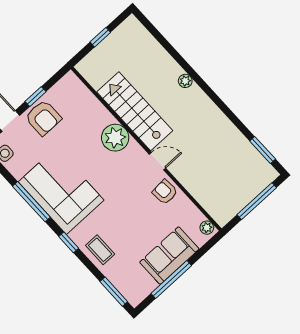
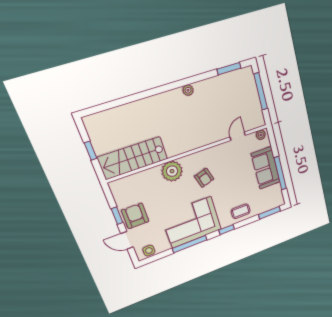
plant: (185, 81) -> (188, 90), moved
stairs: (135, 111) -> (133, 158), moved
armchair: (43, 118) -> (135, 216), turned -90
door: (157, 161) -> (238, 136), moved
armchair: (165, 192) -> (204, 178), moved, turned -103

